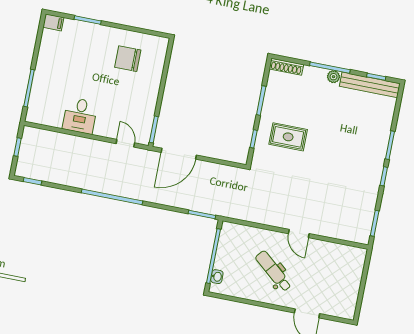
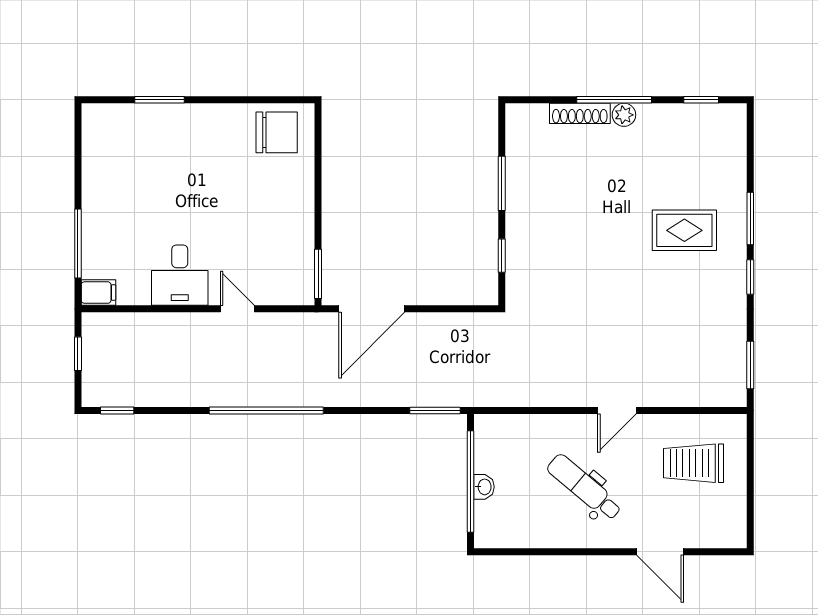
filing cabinet: (53, 22) -> (98, 293), moved
chair: (128, 59) -> (277, 132), moved, turned 180
shoe rack: (286, 67) -> (580, 113), moved
bench: (370, 85) -> (692, 117), removed
rug: (288, 137) -> (684, 230), moved
door: (125, 143) -> (237, 309), moved
door: (299, 234) -> (617, 411), hinge flipped
trolley: (334, 270) -> (694, 463), added
washbasin: (217, 277) -> (484, 487), moved

